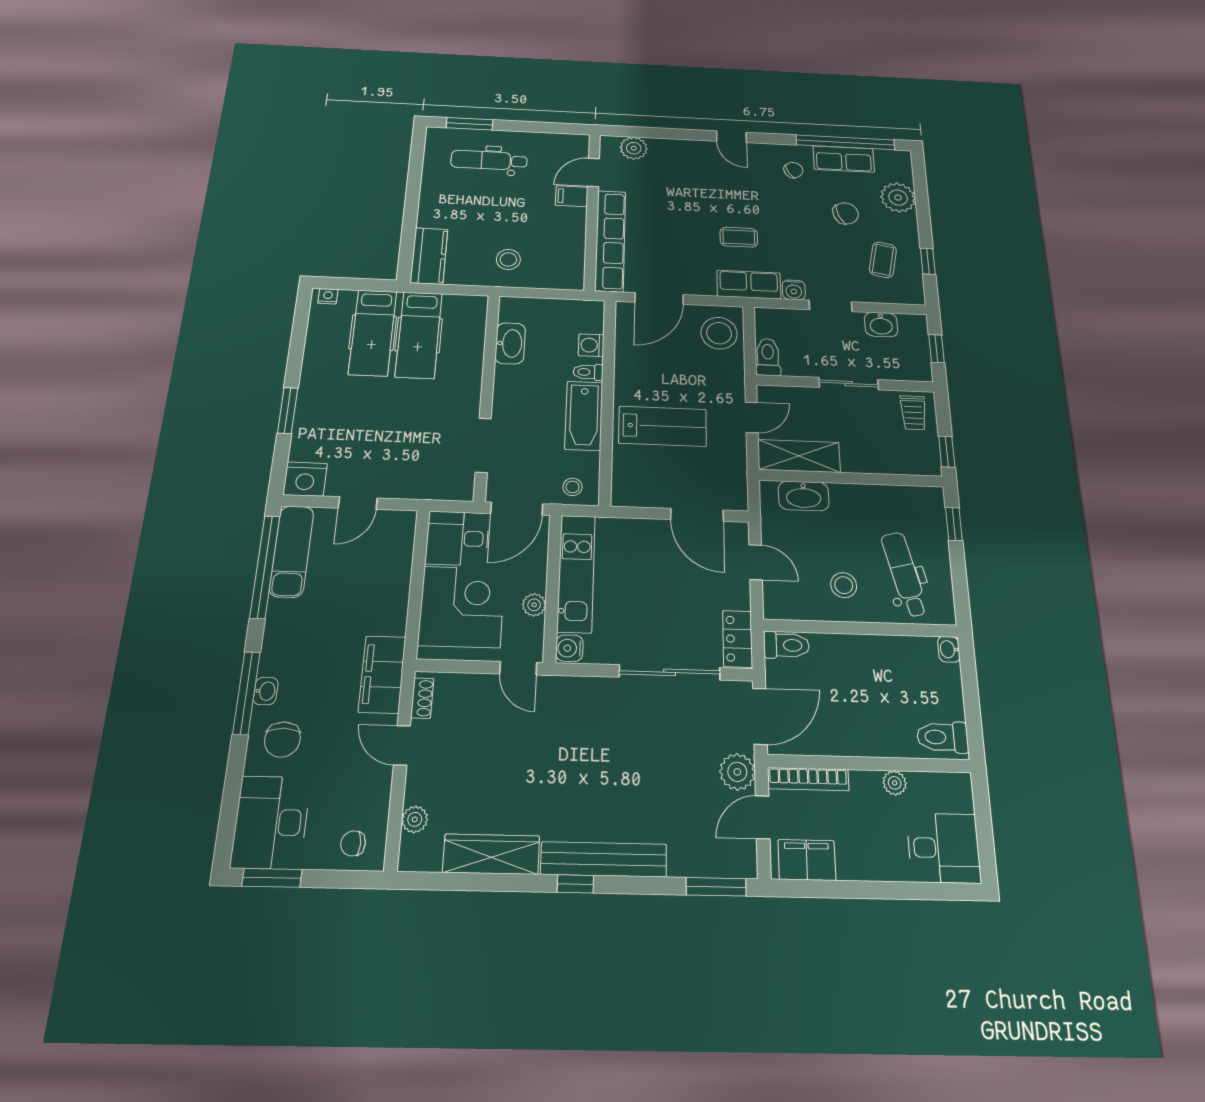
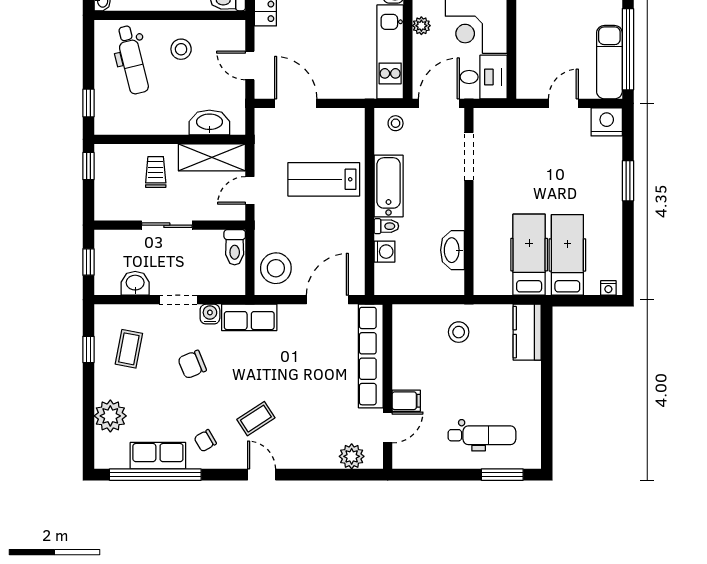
chair: (846, 213) -> (192, 364), moved
coffee table: (739, 237) -> (256, 419), moved, turned -33
trolley: (913, 413) -> (156, 172), moved

